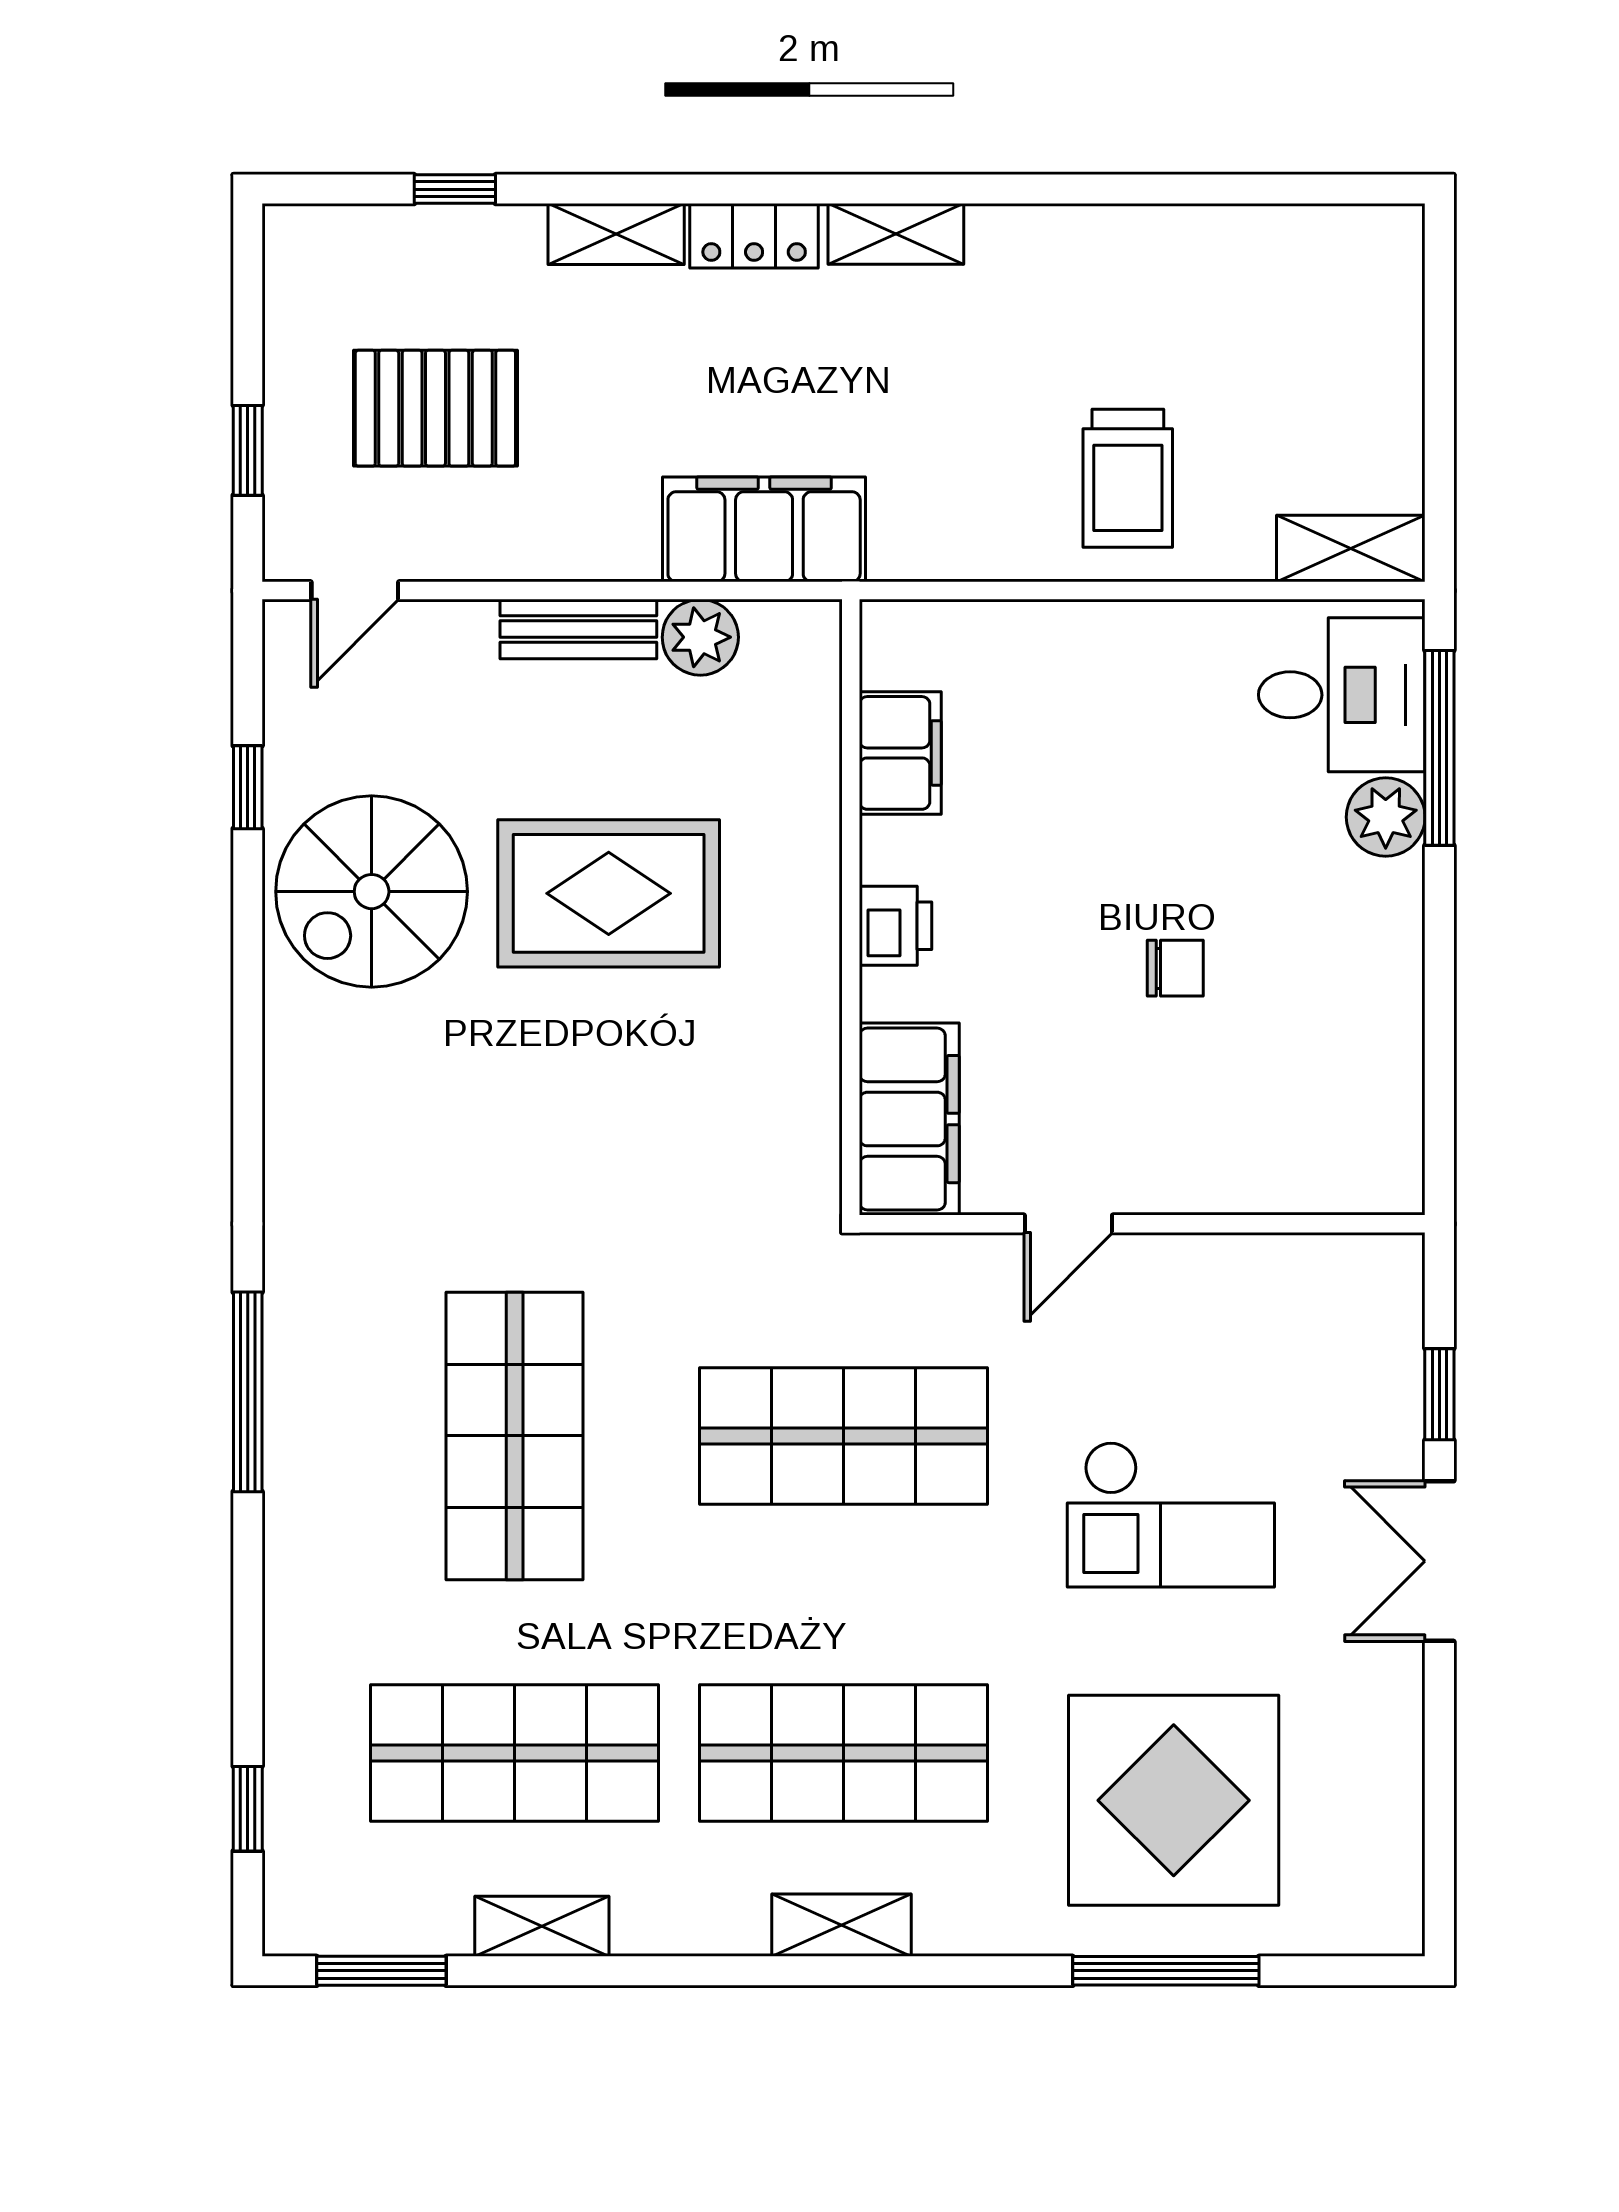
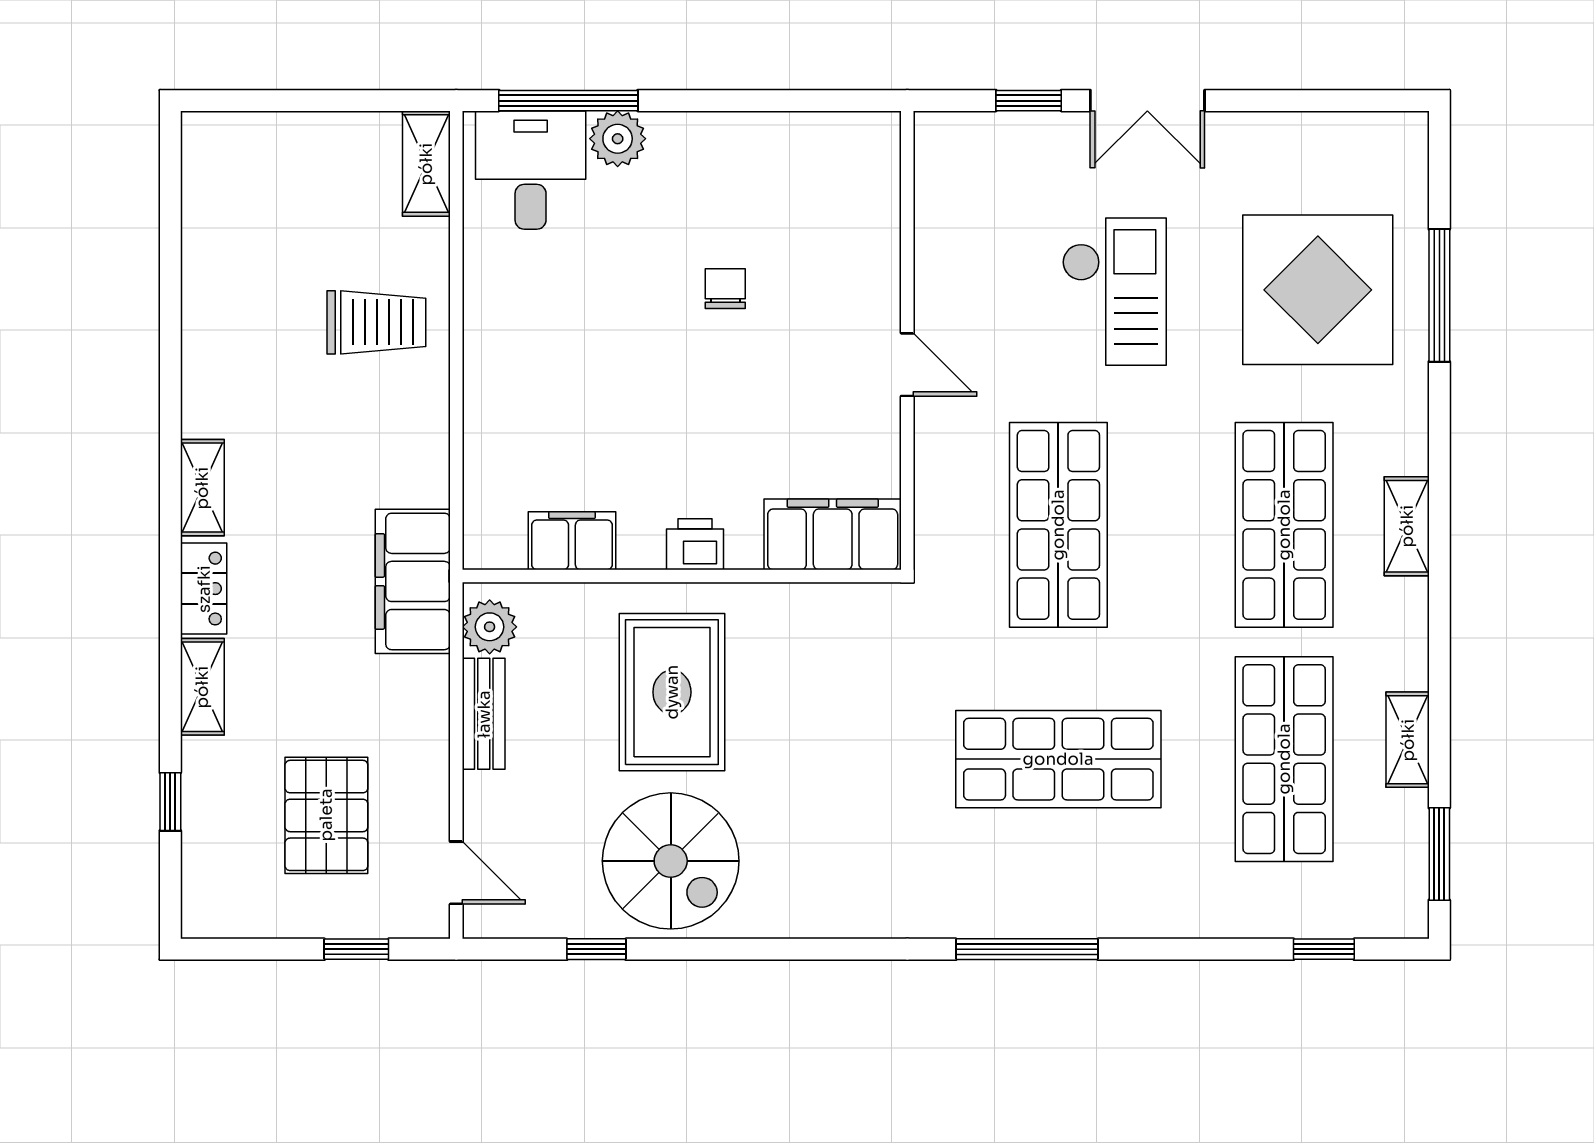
filing cabinet: (900, 753) -> (572, 541), moved
wall: (851, 907) -> (682, 576), moved
printer: (895, 926) -> (695, 544), moved
filing cabinet: (909, 1119) -> (833, 534), moved

